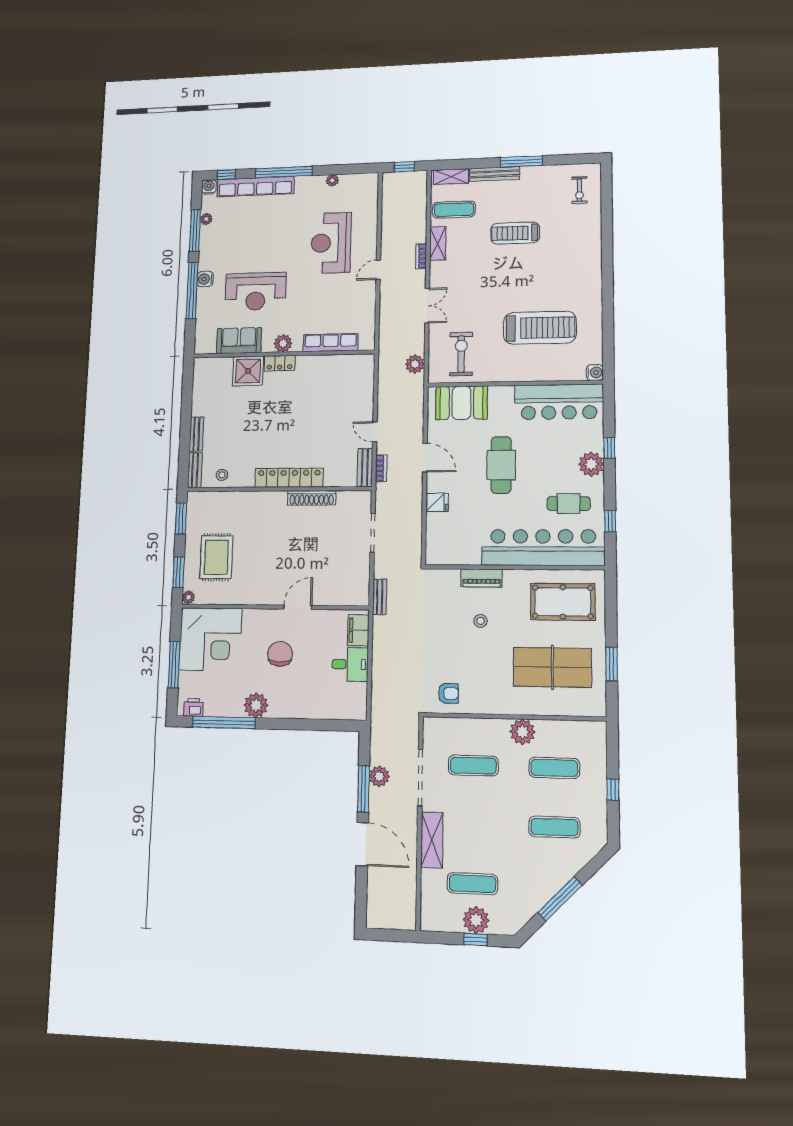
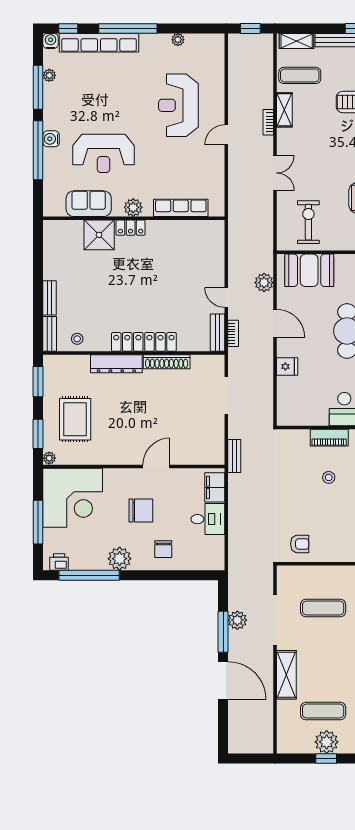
plant: (415, 364) -> (264, 283), moved
dresser: (260, 500) -> (116, 364), added
chair: (280, 654) -> (141, 511), turned 90
chair: (302, 696) -> (163, 549), added

